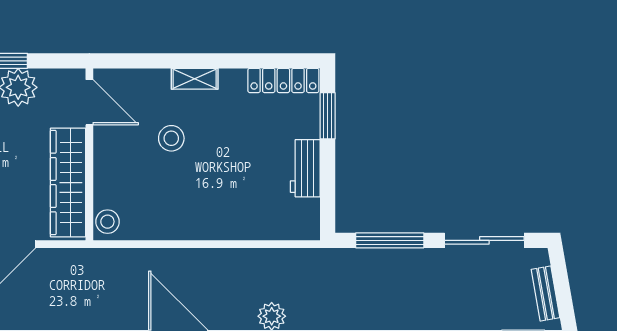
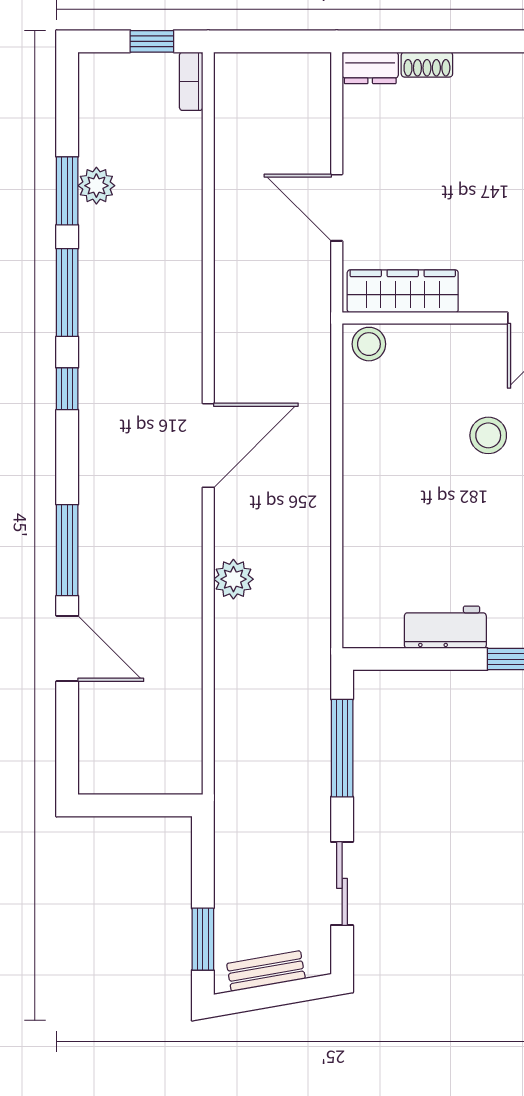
wardrobe: (68, 183) -> (403, 291), width x0.71, depth x0.85
sliding door: (484, 240) -> (342, 883), width x0.73

